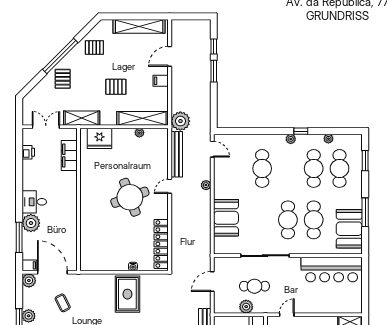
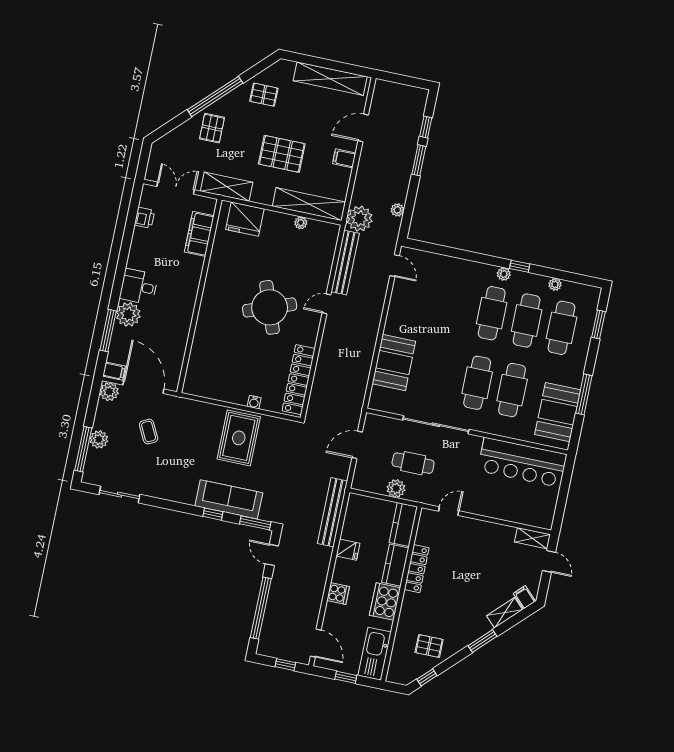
pallet: (116, 87) -> (282, 154), width x1.50, depth x1.42
cafe table: (262, 168) -> (492, 313), moved
plant: (206, 185) -> (397, 210), moved

